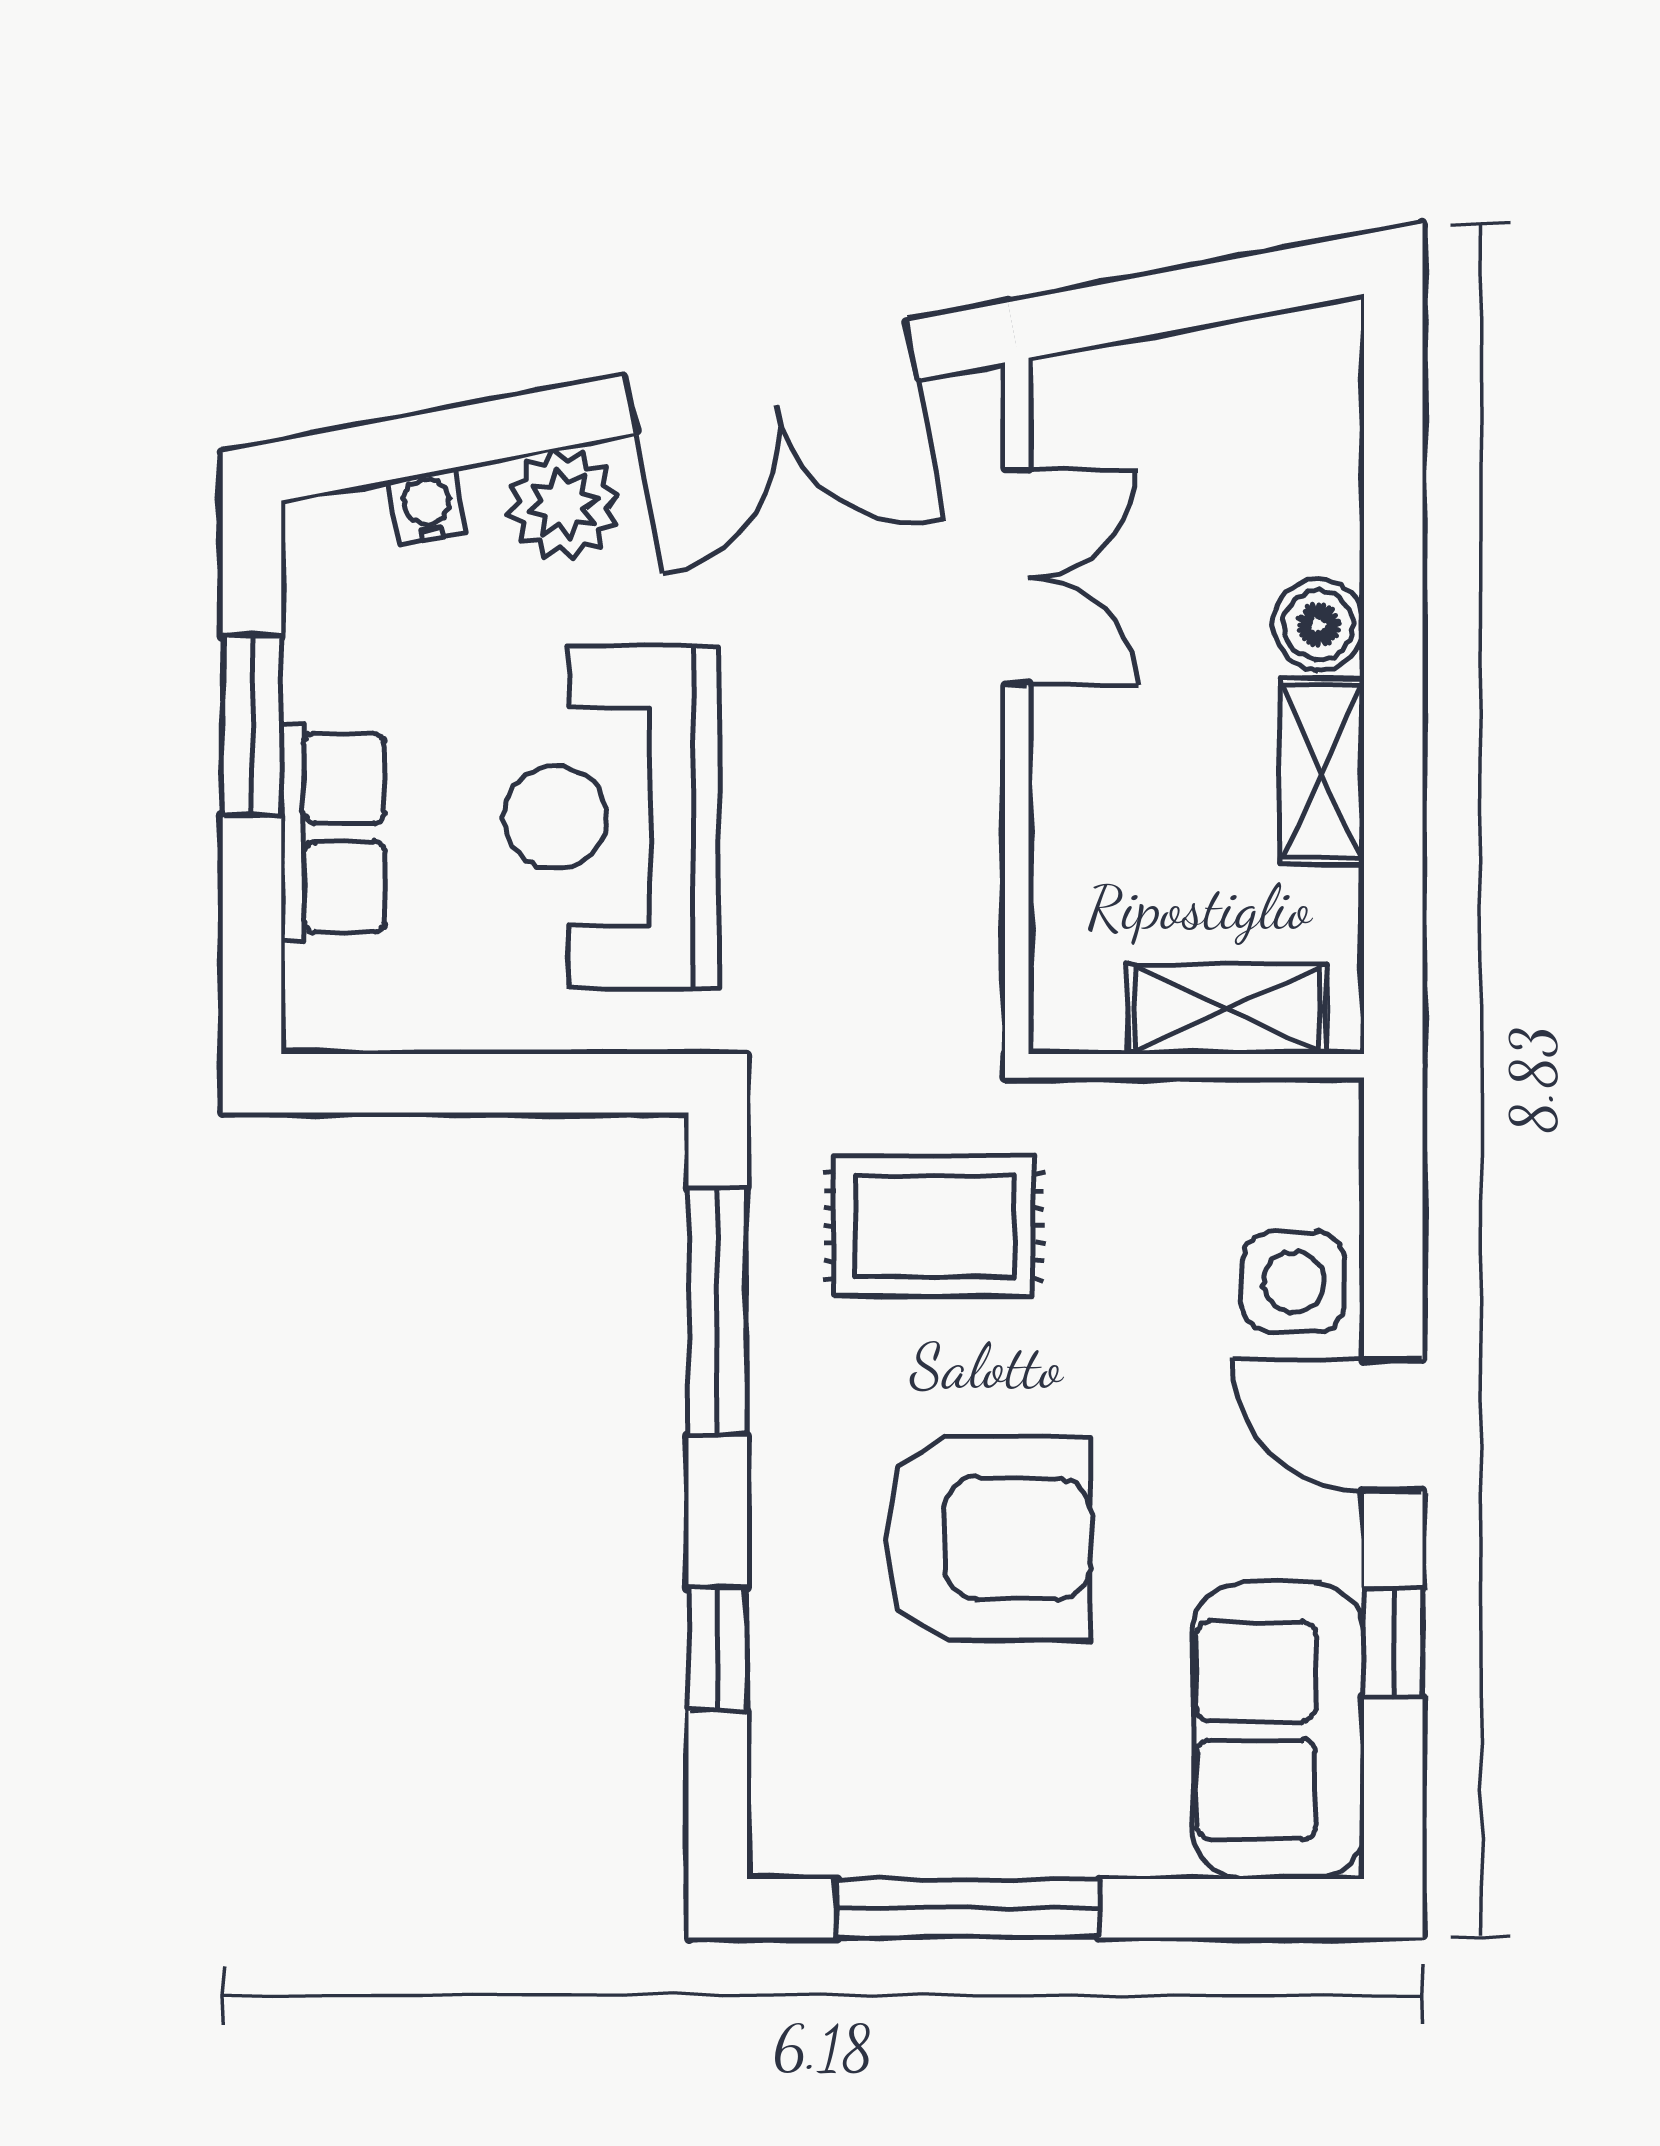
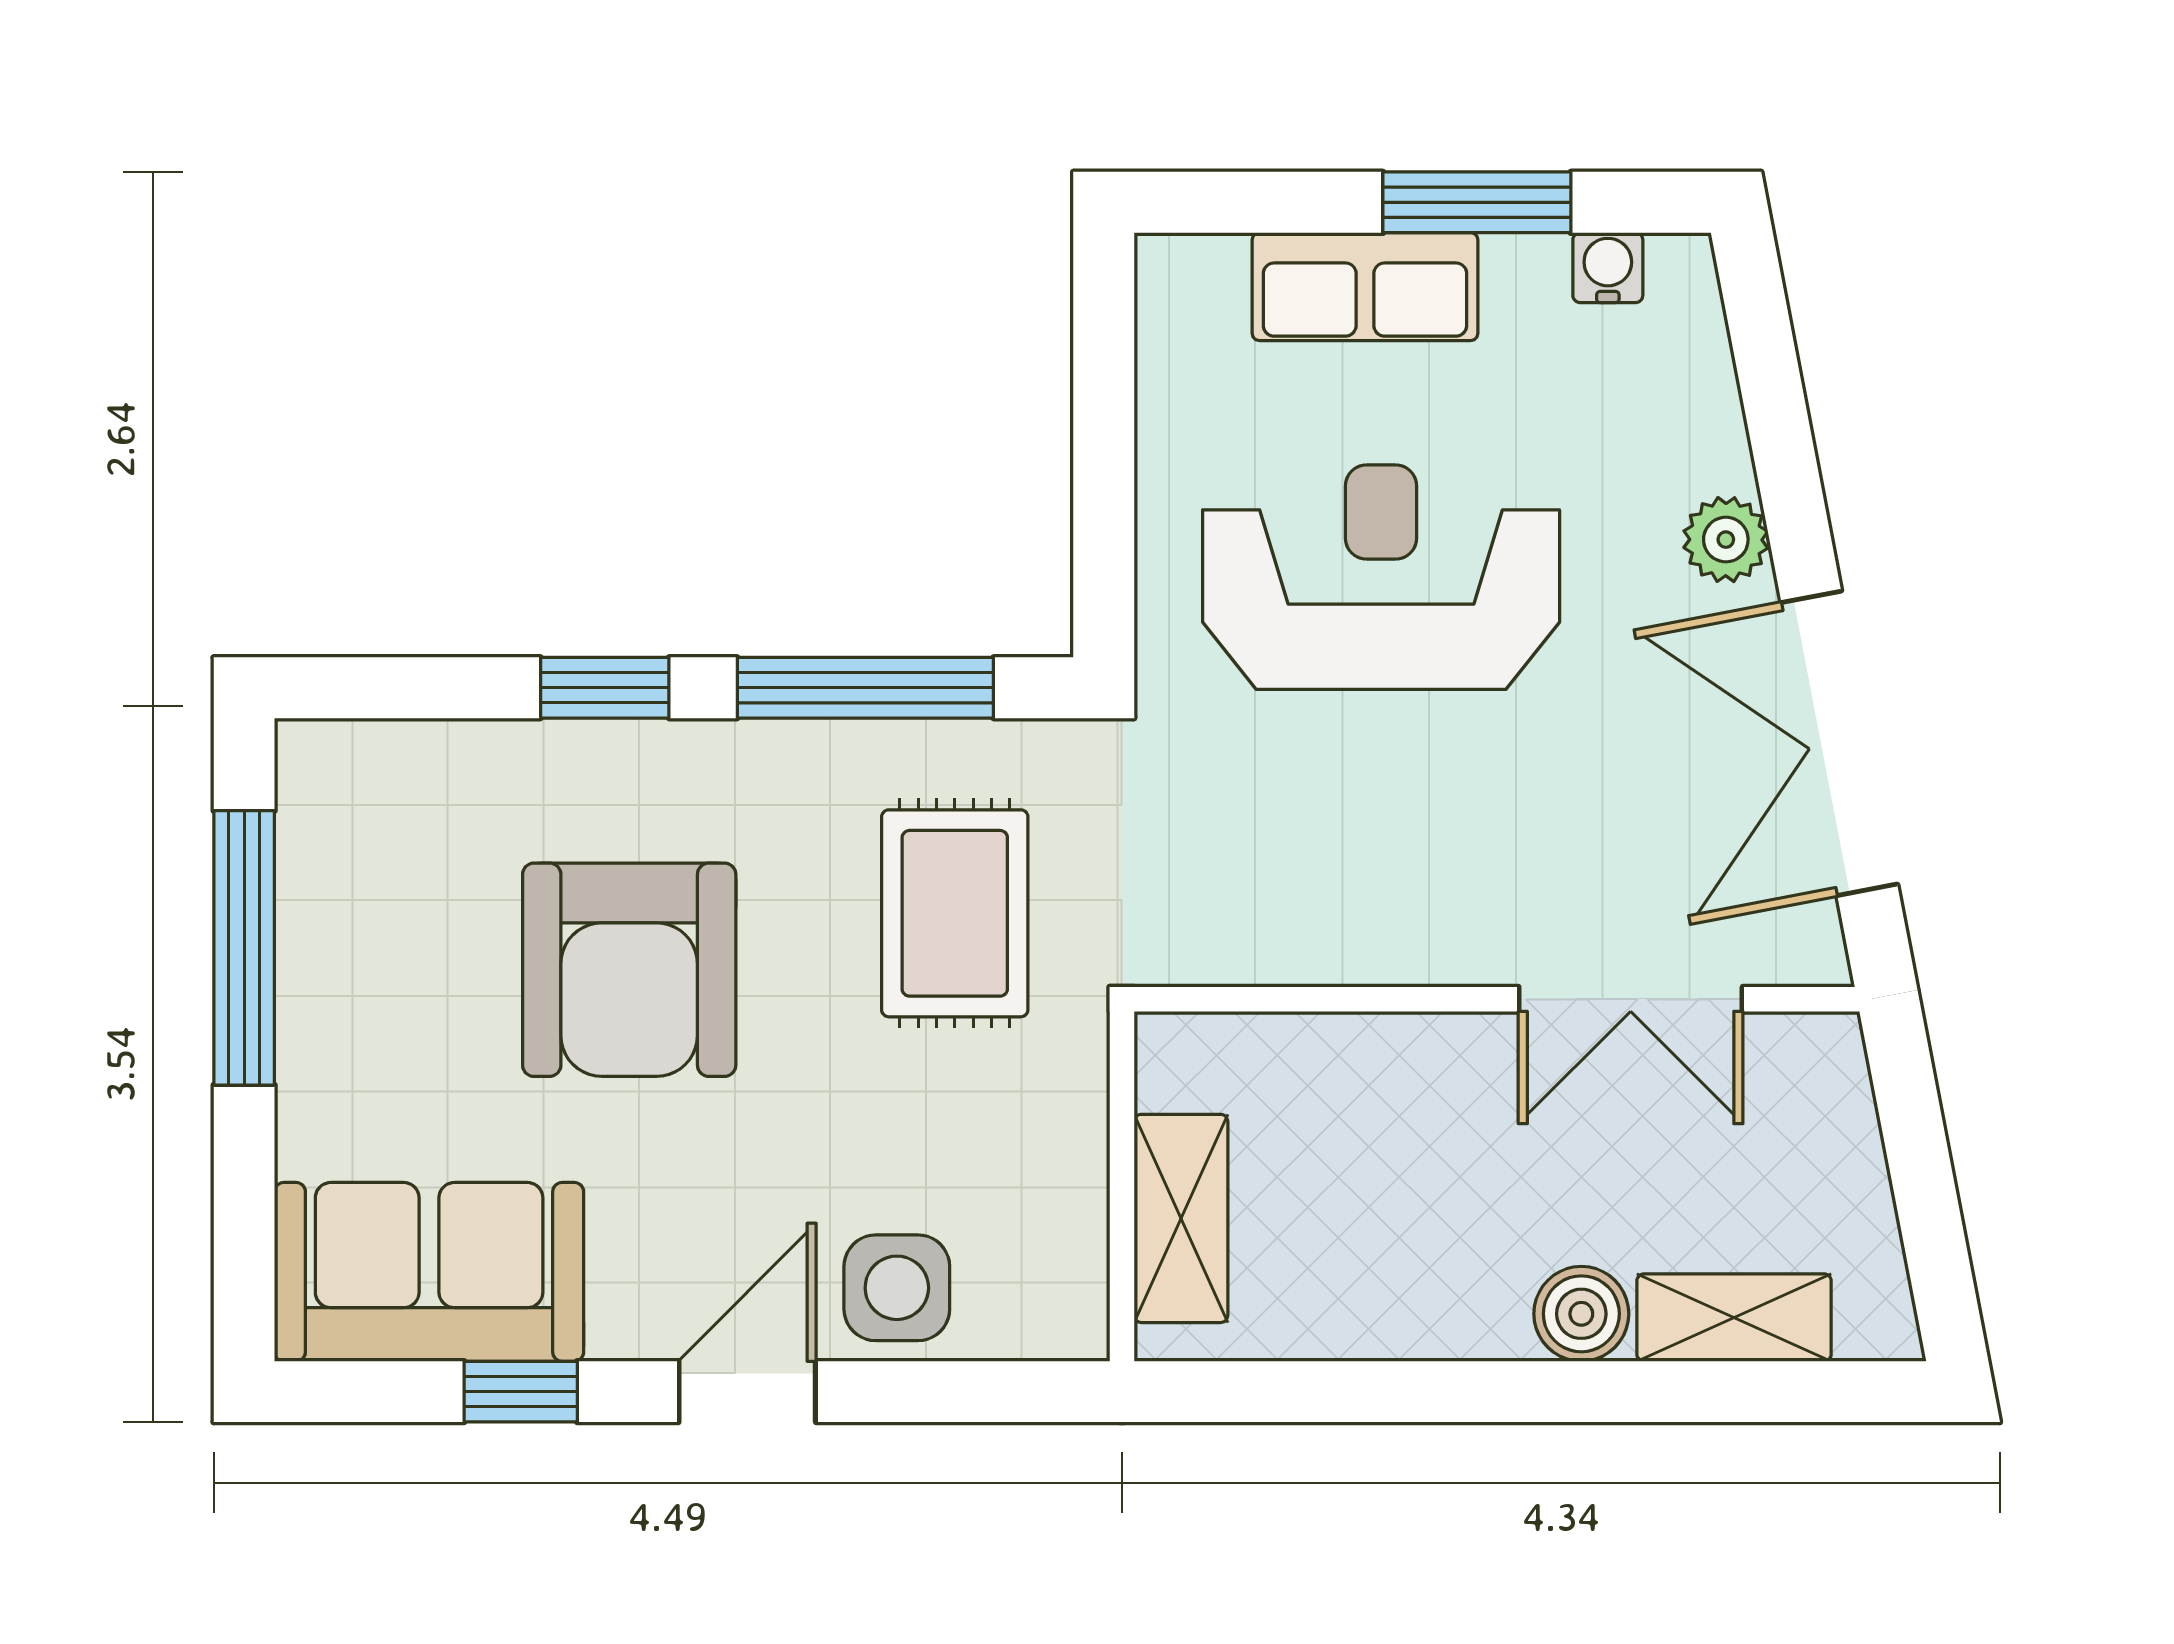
plant: (563, 504) -> (1726, 540), width x0.73, depth x0.73
water cooler: (427, 507) -> (1608, 268), moved, turned -79
shelving: (1322, 771) -> (1734, 1318), moved
window: (718, 1649) -> (605, 688), moved

